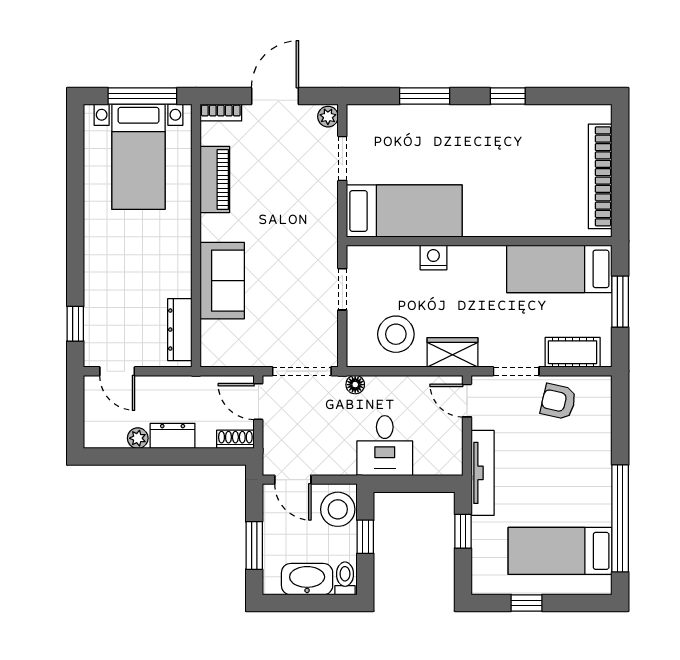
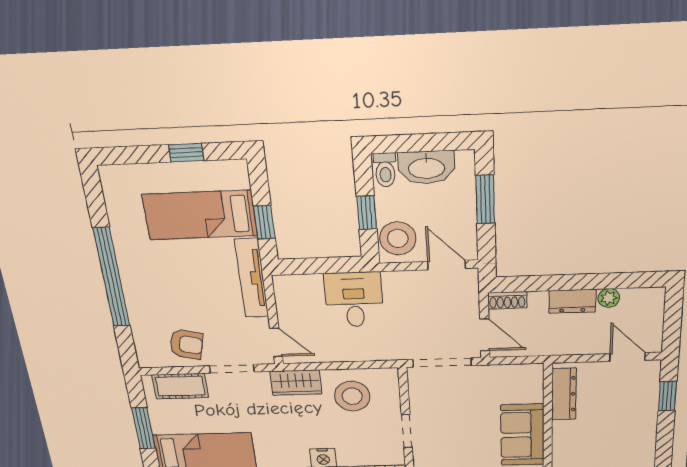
floor lamp: (355, 385) -> (388, 353), removed
window: (620, 518) -> (112, 277), moved
bed: (560, 551) -> (200, 215), moved, turned 180

